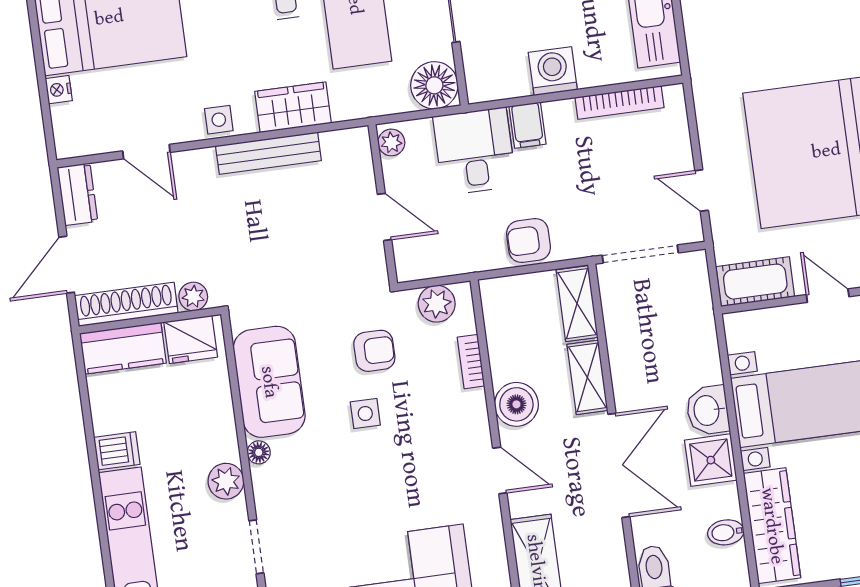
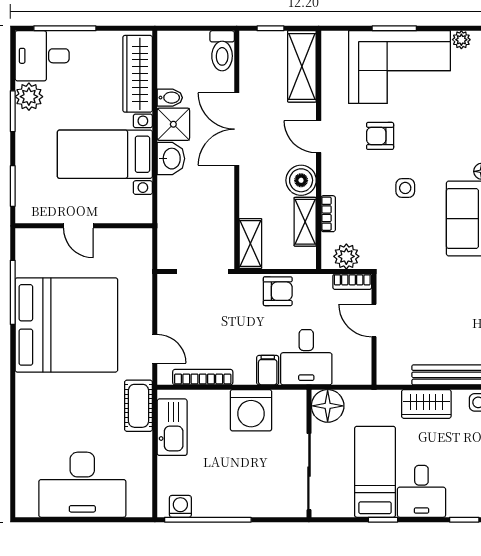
washing machine: (553, 71) -> (251, 410), width x1.37, depth x1.37
plant: (391, 142) -> (362, 371), removed
door: (702, 191) -> (155, 349), moved
bookcase: (423, 269) -> (352, 282), added
cot: (755, 282) -> (138, 406), moved, turned 90
armchair: (374, 351) -> (380, 136), moved
shelving: (587, 377) -> (305, 222), moved
bidet: (726, 532) -> (170, 98), moved

